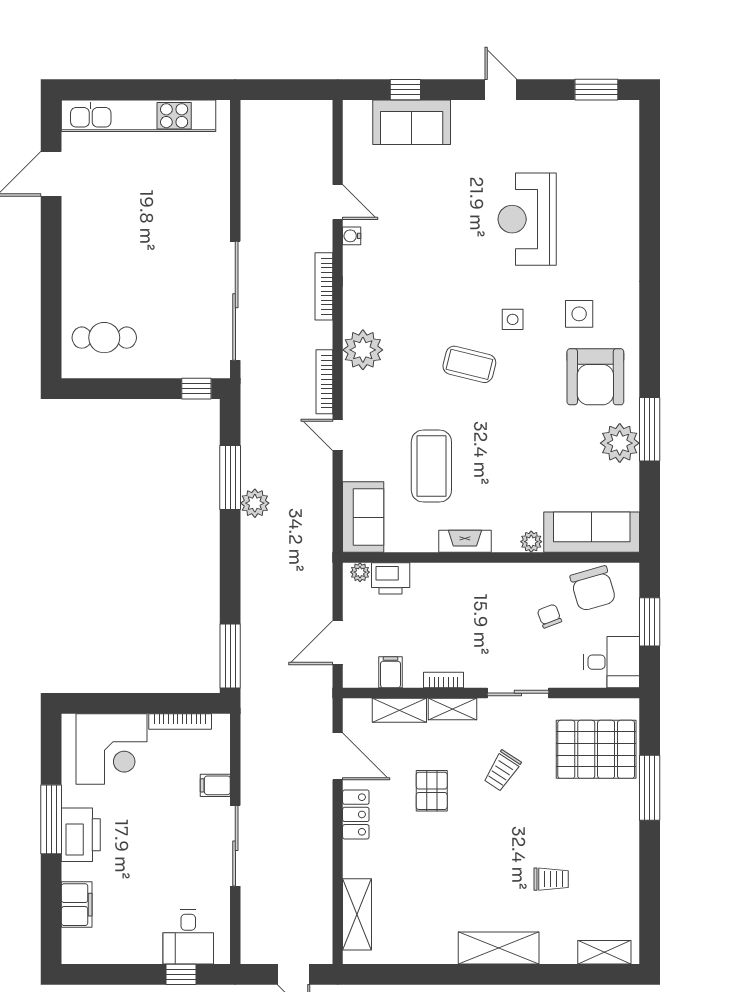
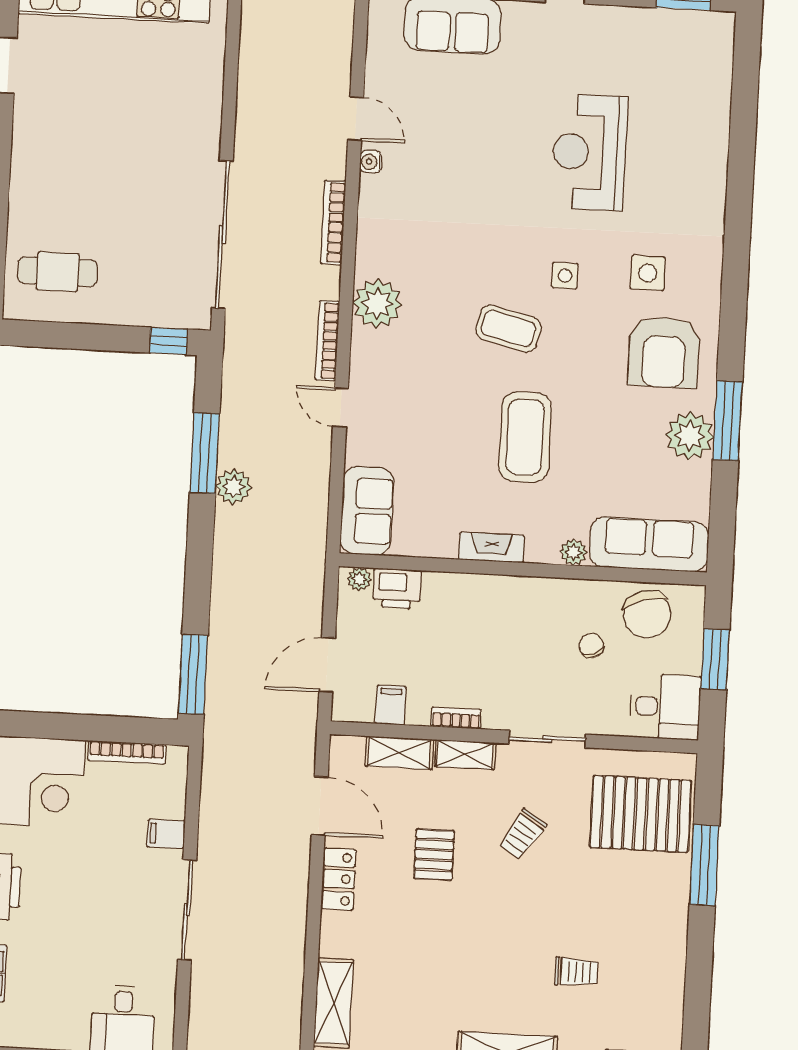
coffee table: (431, 466) -> (525, 437), moved

